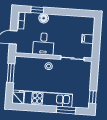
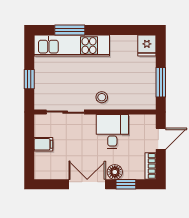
double door: (62, 12) -> (87, 184), added
window: (93, 97) -> (29, 79), moved
kitchen unit: (48, 99) -> (72, 46), moved

